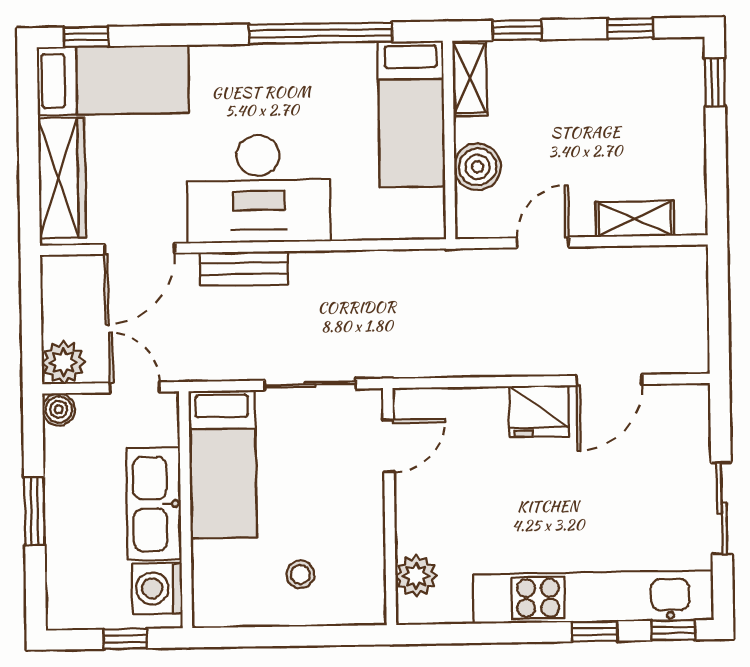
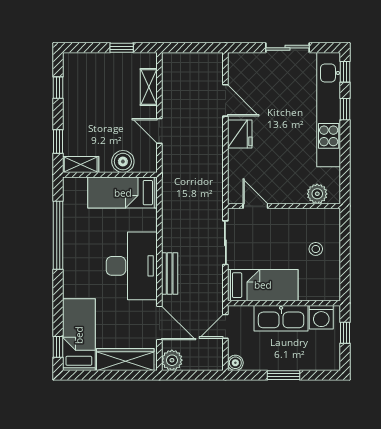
window: (715, 82) -> (122, 48), moved
bed: (411, 114) -> (123, 193), moved, turned 180
plant: (63, 362) -> (172, 360), moved

